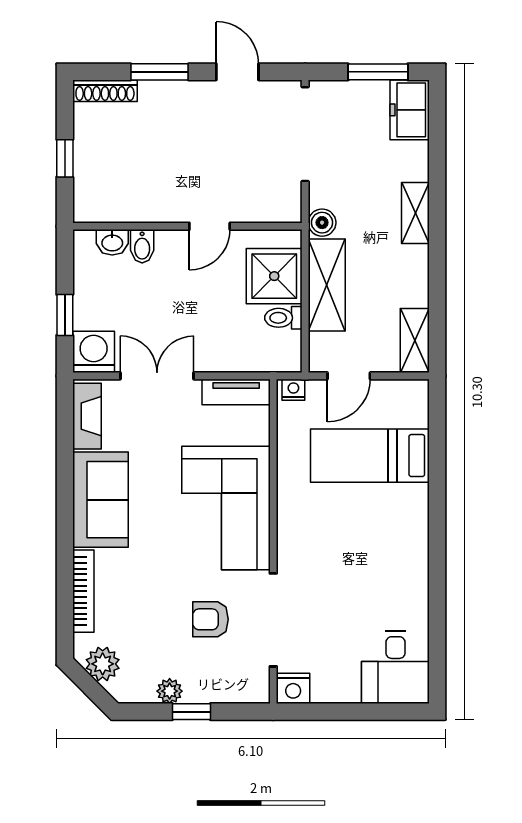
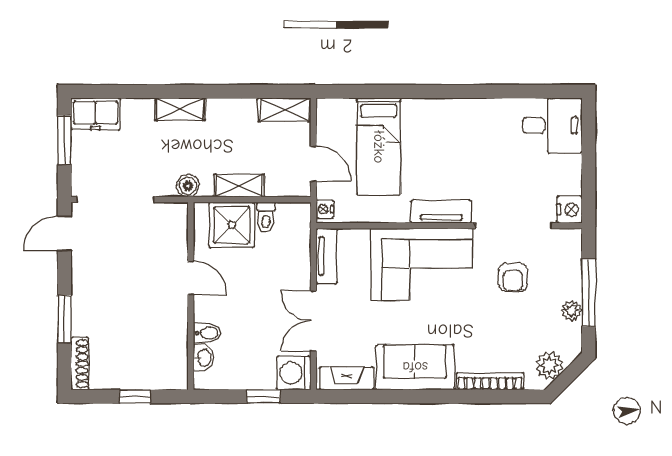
door: (237, 72) -> (64, 234), moved
shelving: (327, 285) -> (239, 186), width x0.67, depth x0.75
tv unit: (291, 532) -> (441, 211), added
window: (191, 712) -> (589, 293), width x2.17

